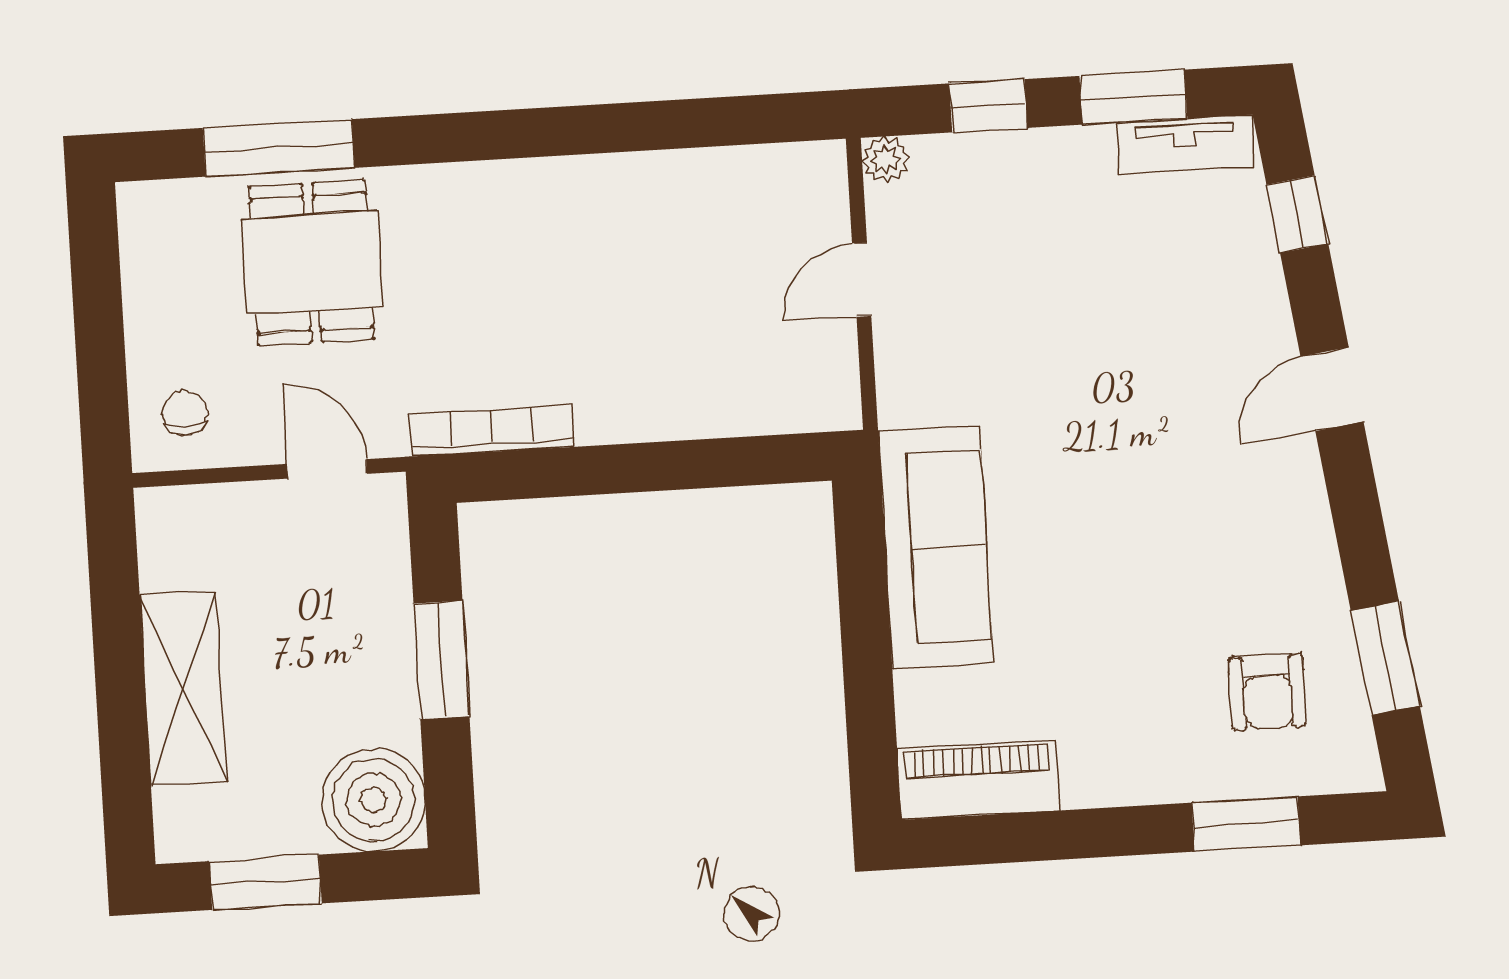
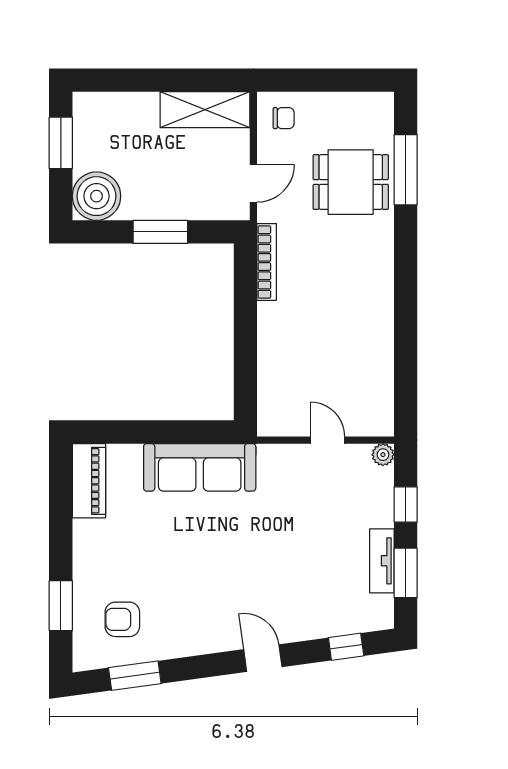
tv unit: (1185, 145) -> (382, 561), moved
shelving: (183, 688) -> (205, 110), moved

